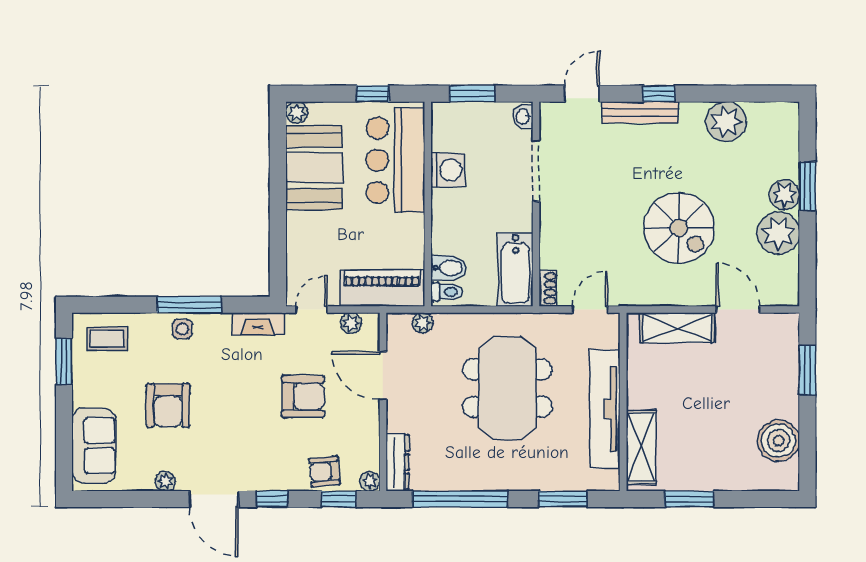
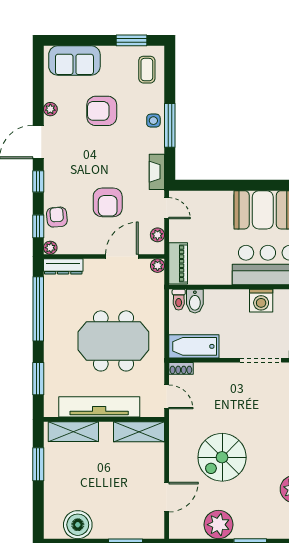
plant: (784, 195) -> (245, 529), removed
piano: (382, 288) -> (178, 263), width x0.73, depth x0.75
plant: (422, 323) -> (158, 266), moved
shelving: (677, 328) -> (139, 432), moved, turned 90

